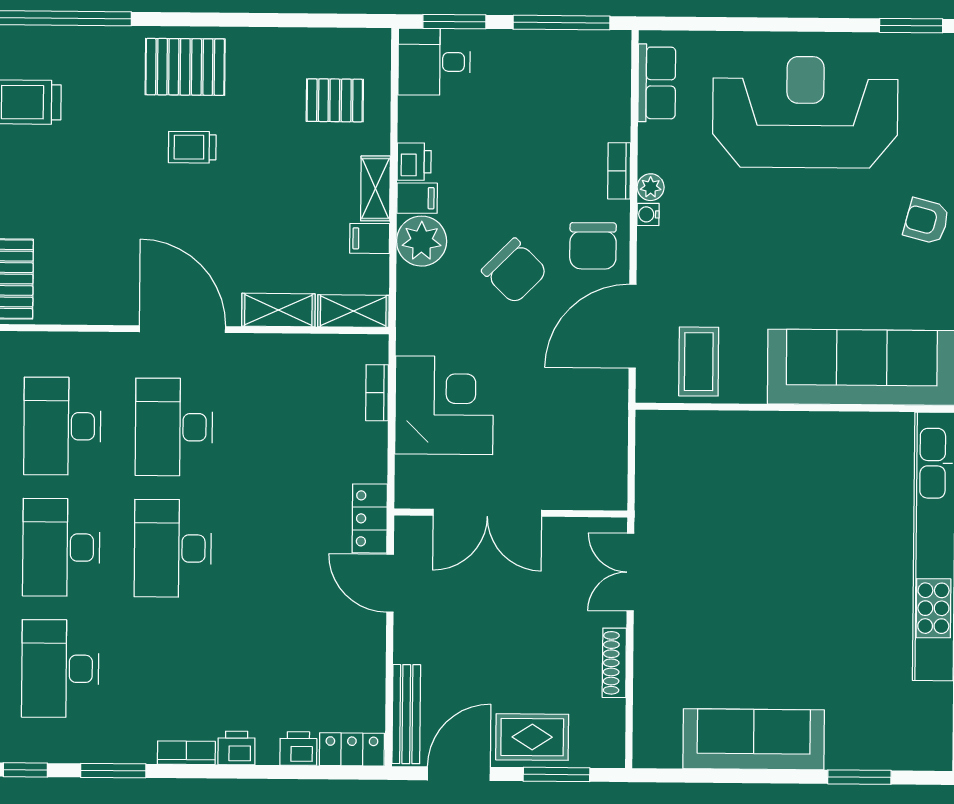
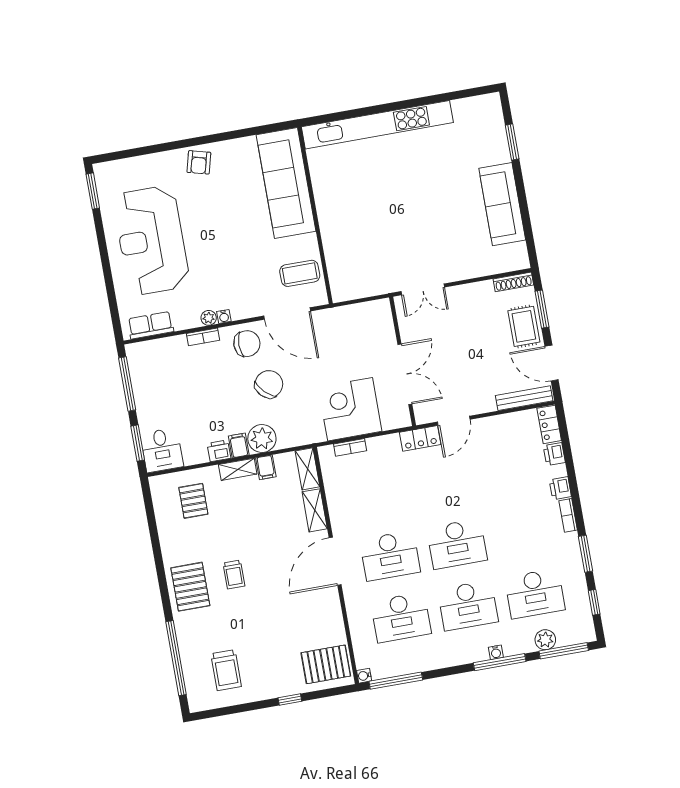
shoe rack: (614, 663) -> (513, 282), moved

